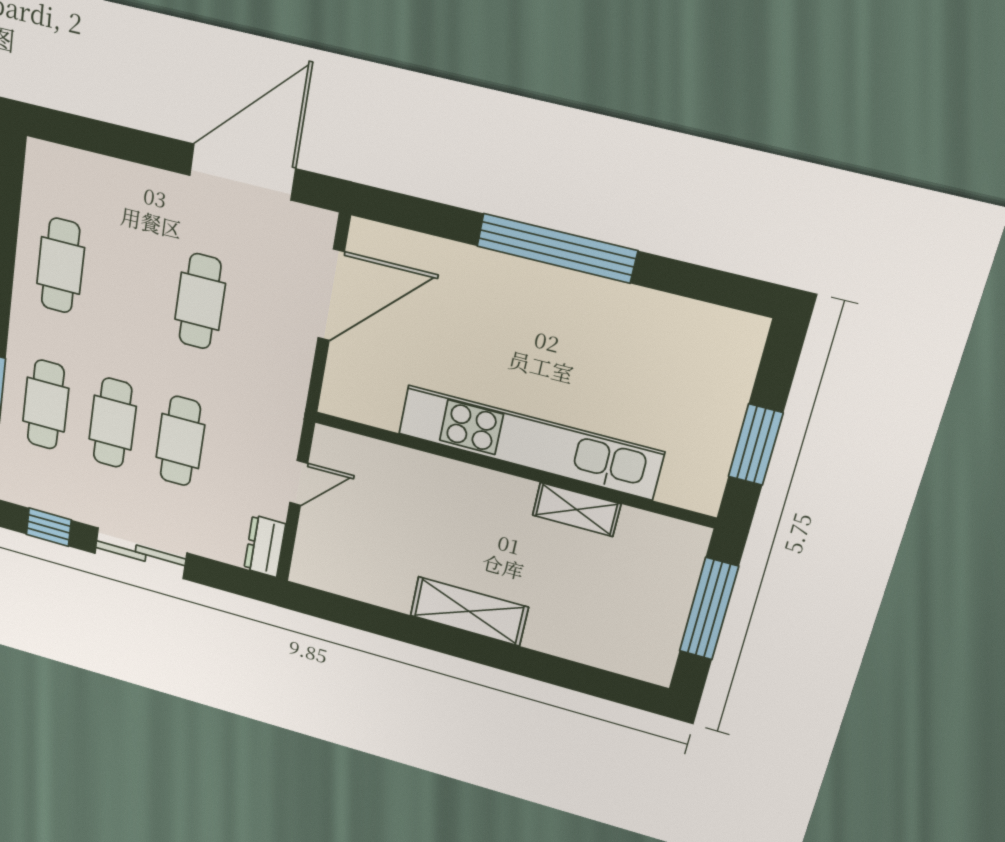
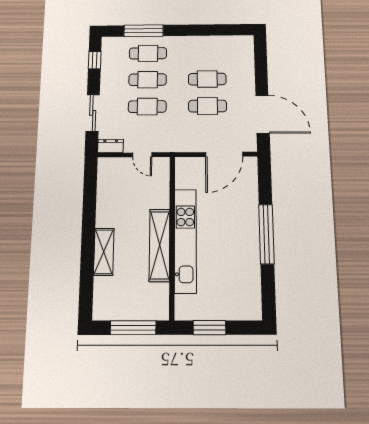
cafe table: (61, 266) -> (207, 79), moved
door: (331, 295) -> (224, 154), hinge flipped
shelving: (577, 510) -> (160, 245), width x2.20, depth x1.33
sliding door: (141, 553) -> (93, 113), moved
shelving: (469, 611) -> (104, 252), moved

